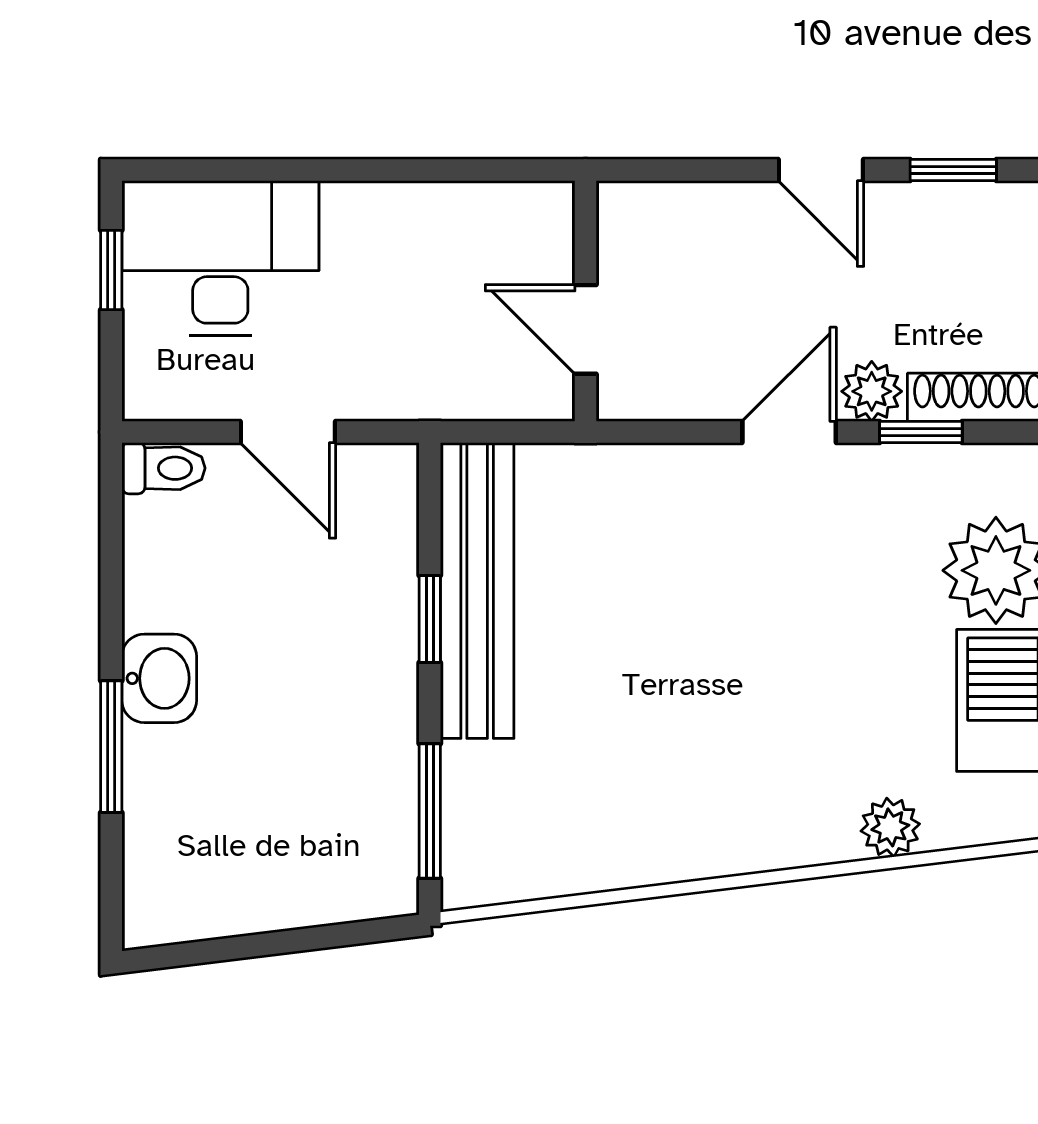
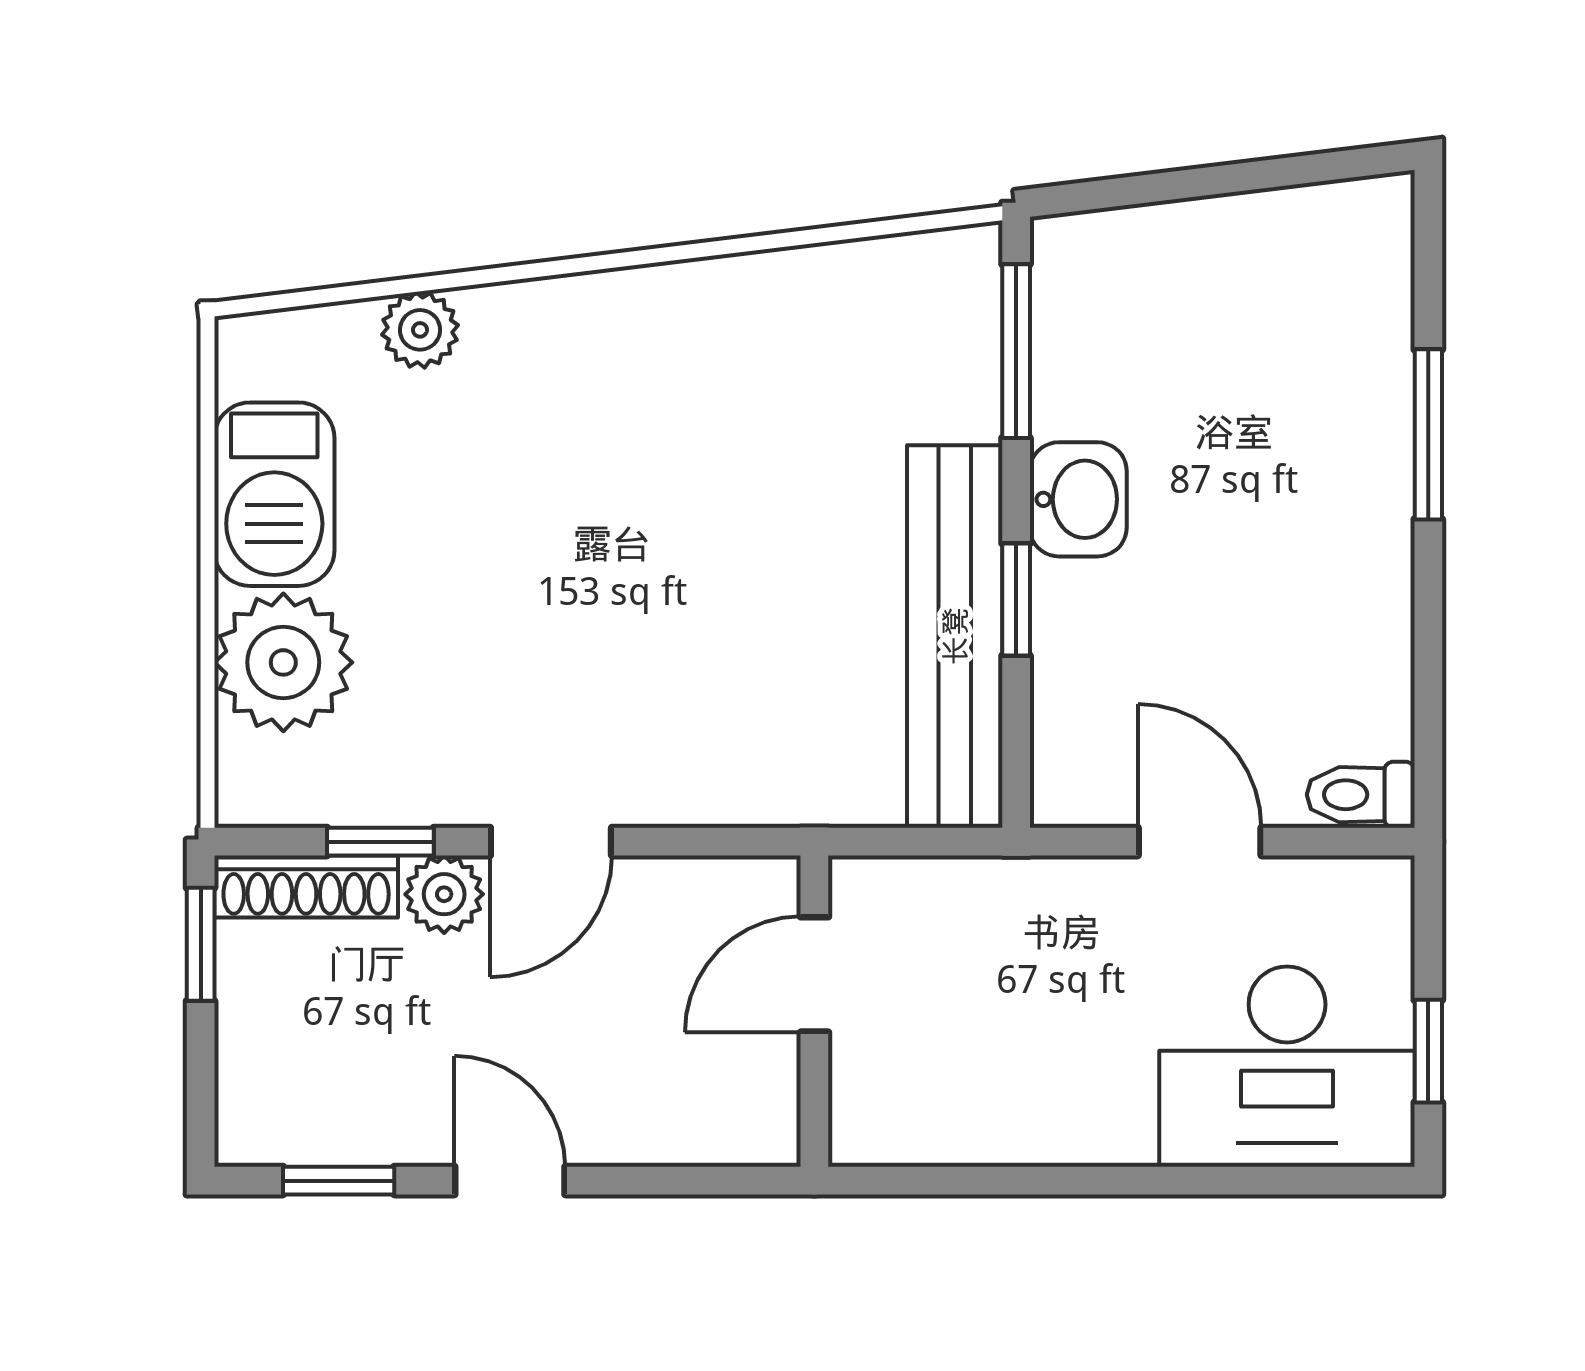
door: (586, 329) -> (814, 974), swing flipped
washbasin: (159, 678) -> (1078, 499), moved, turned 180

